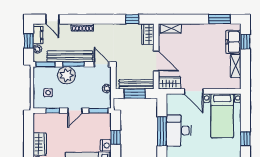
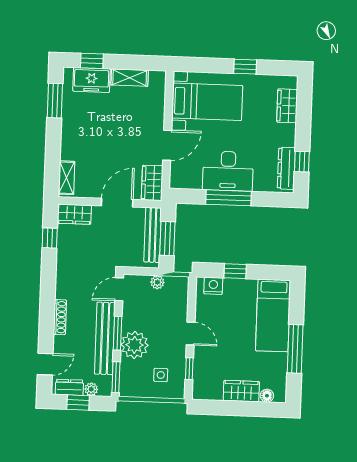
window: (98, 111) -> (192, 296), removed
nightstand: (106, 145) -> (213, 286), moved

